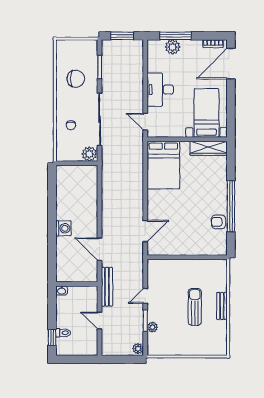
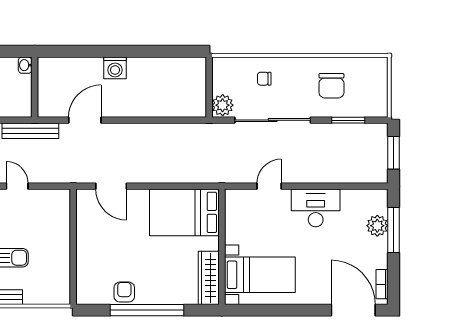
bed with nightstands: (207, 113) -> (260, 275), moved
wall: (187, 139) -> (222, 247), moved
wardrobe: (209, 148) -> (209, 278), moved
bed: (163, 165) -> (184, 212), moved

